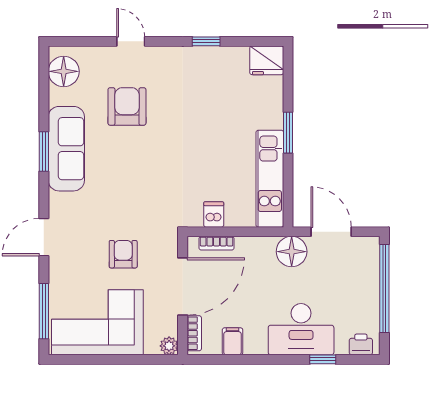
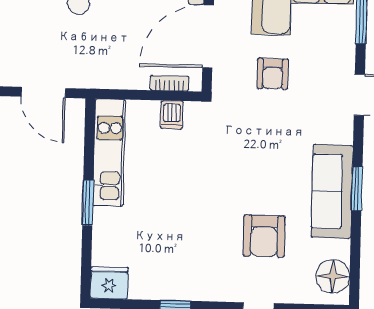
floor lamp: (292, 252) -> (87, 72), removed

